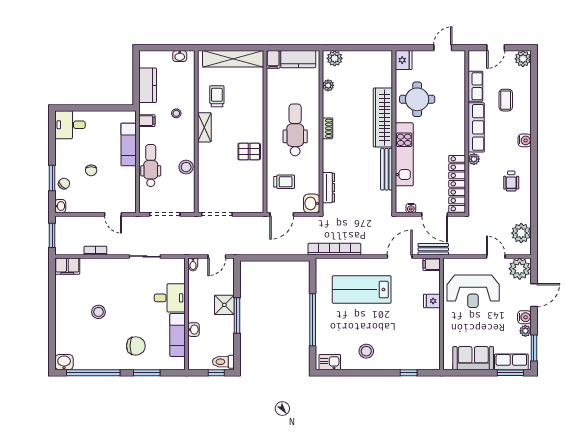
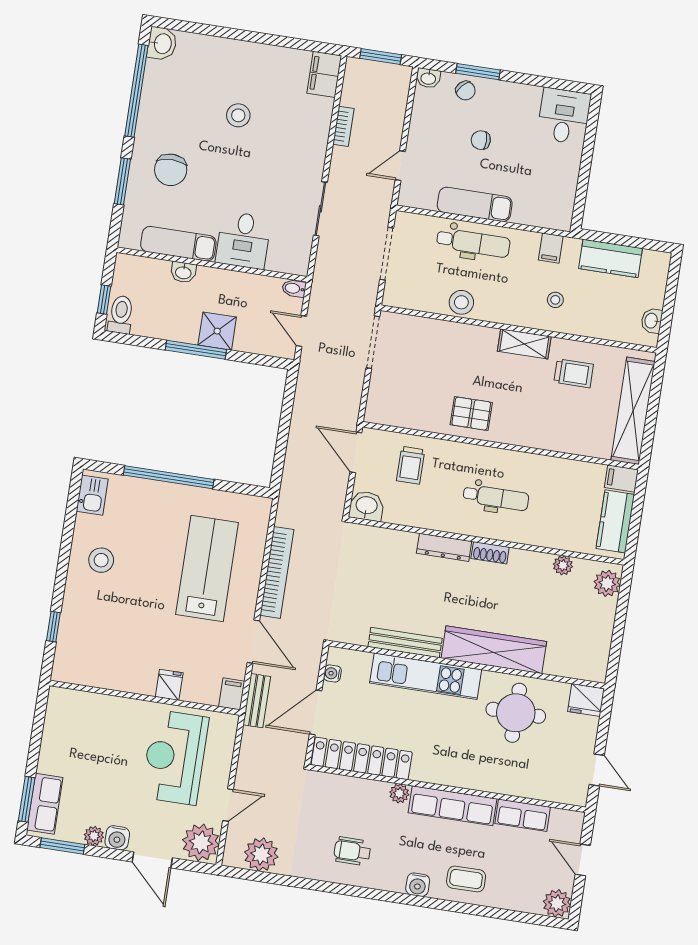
coffee table: (506, 100) -> (466, 879), moved
dental chair: (295, 130) -> (496, 497), width x0.73, depth x0.72
exam couch: (129, 144) -> (475, 204), moved
pallet: (249, 152) -> (471, 414), turned 90
dresser: (328, 188) -> (444, 547), moved
bookcase: (334, 249) -> (277, 572), moved
sofa: (473, 358) -> (61, 740), removed

